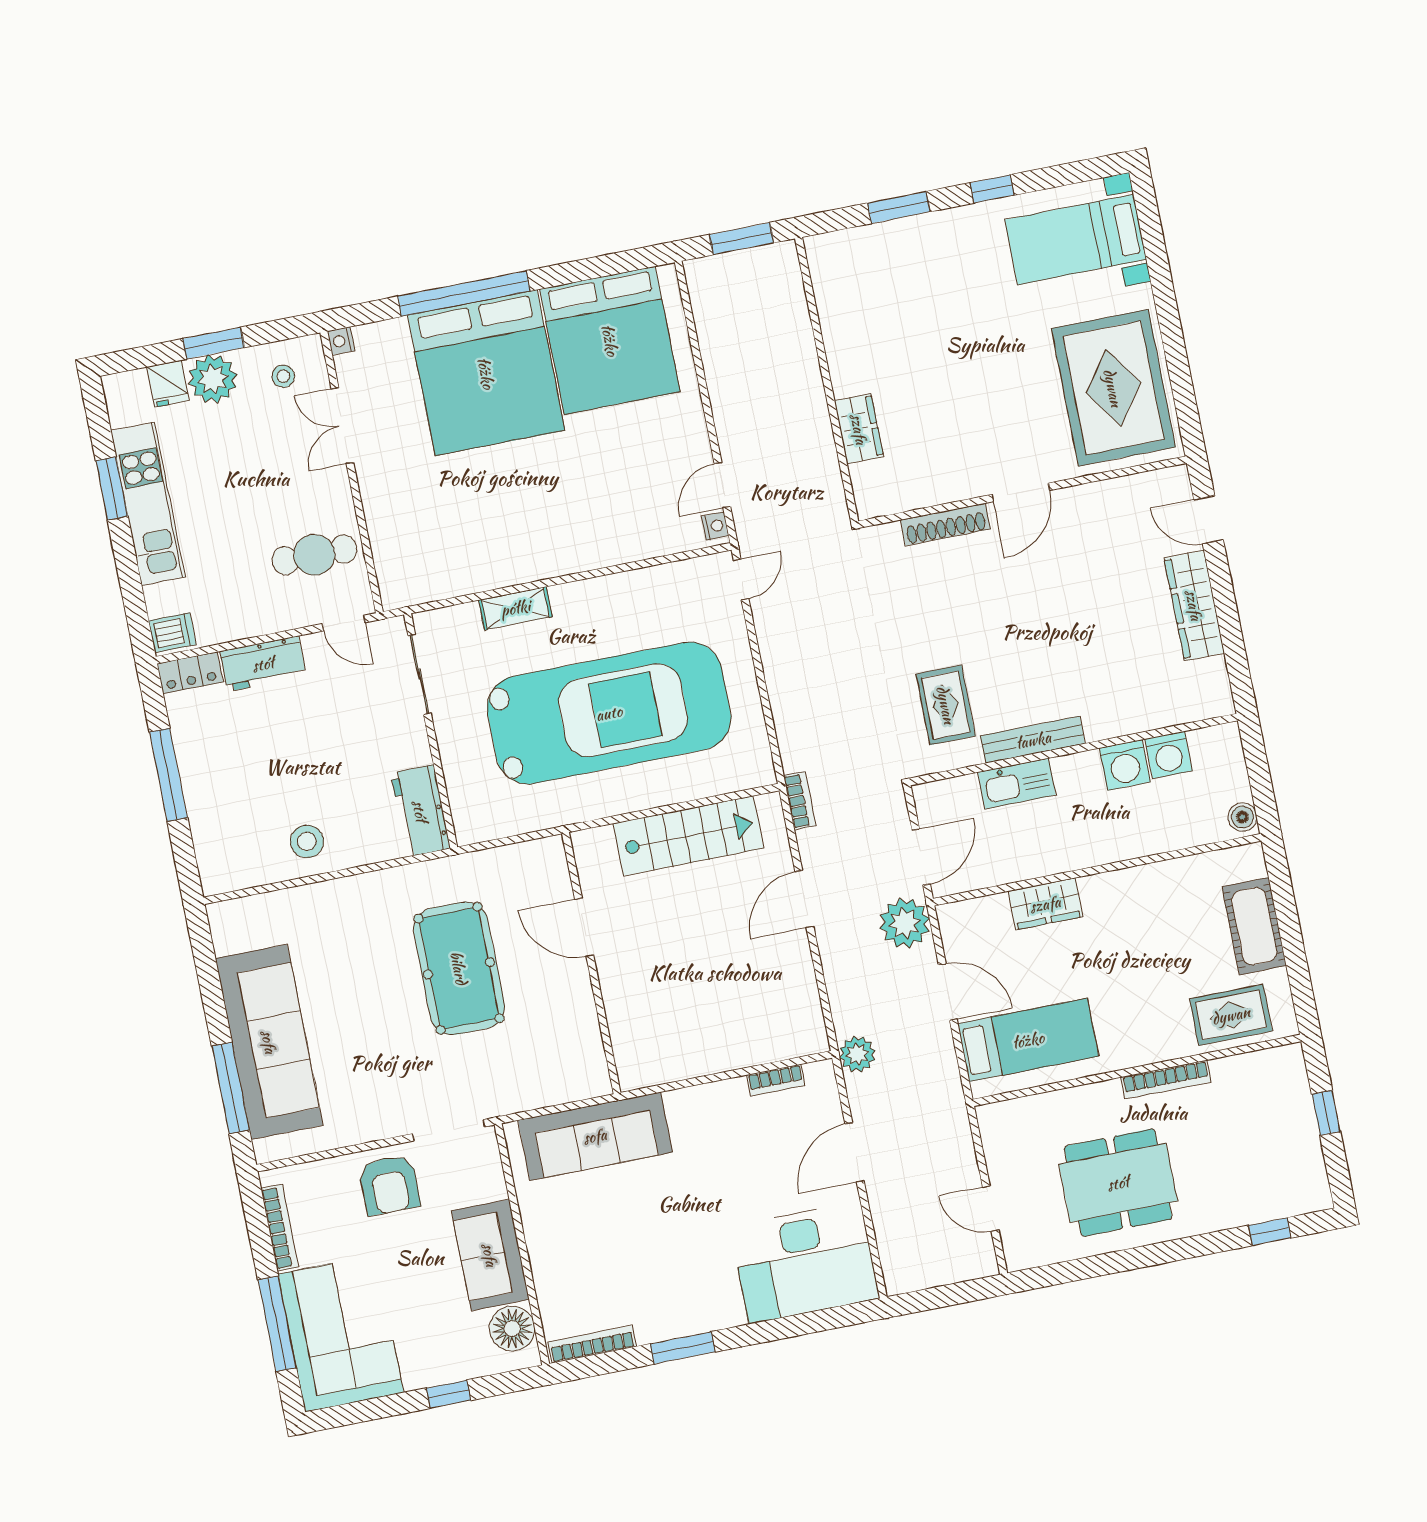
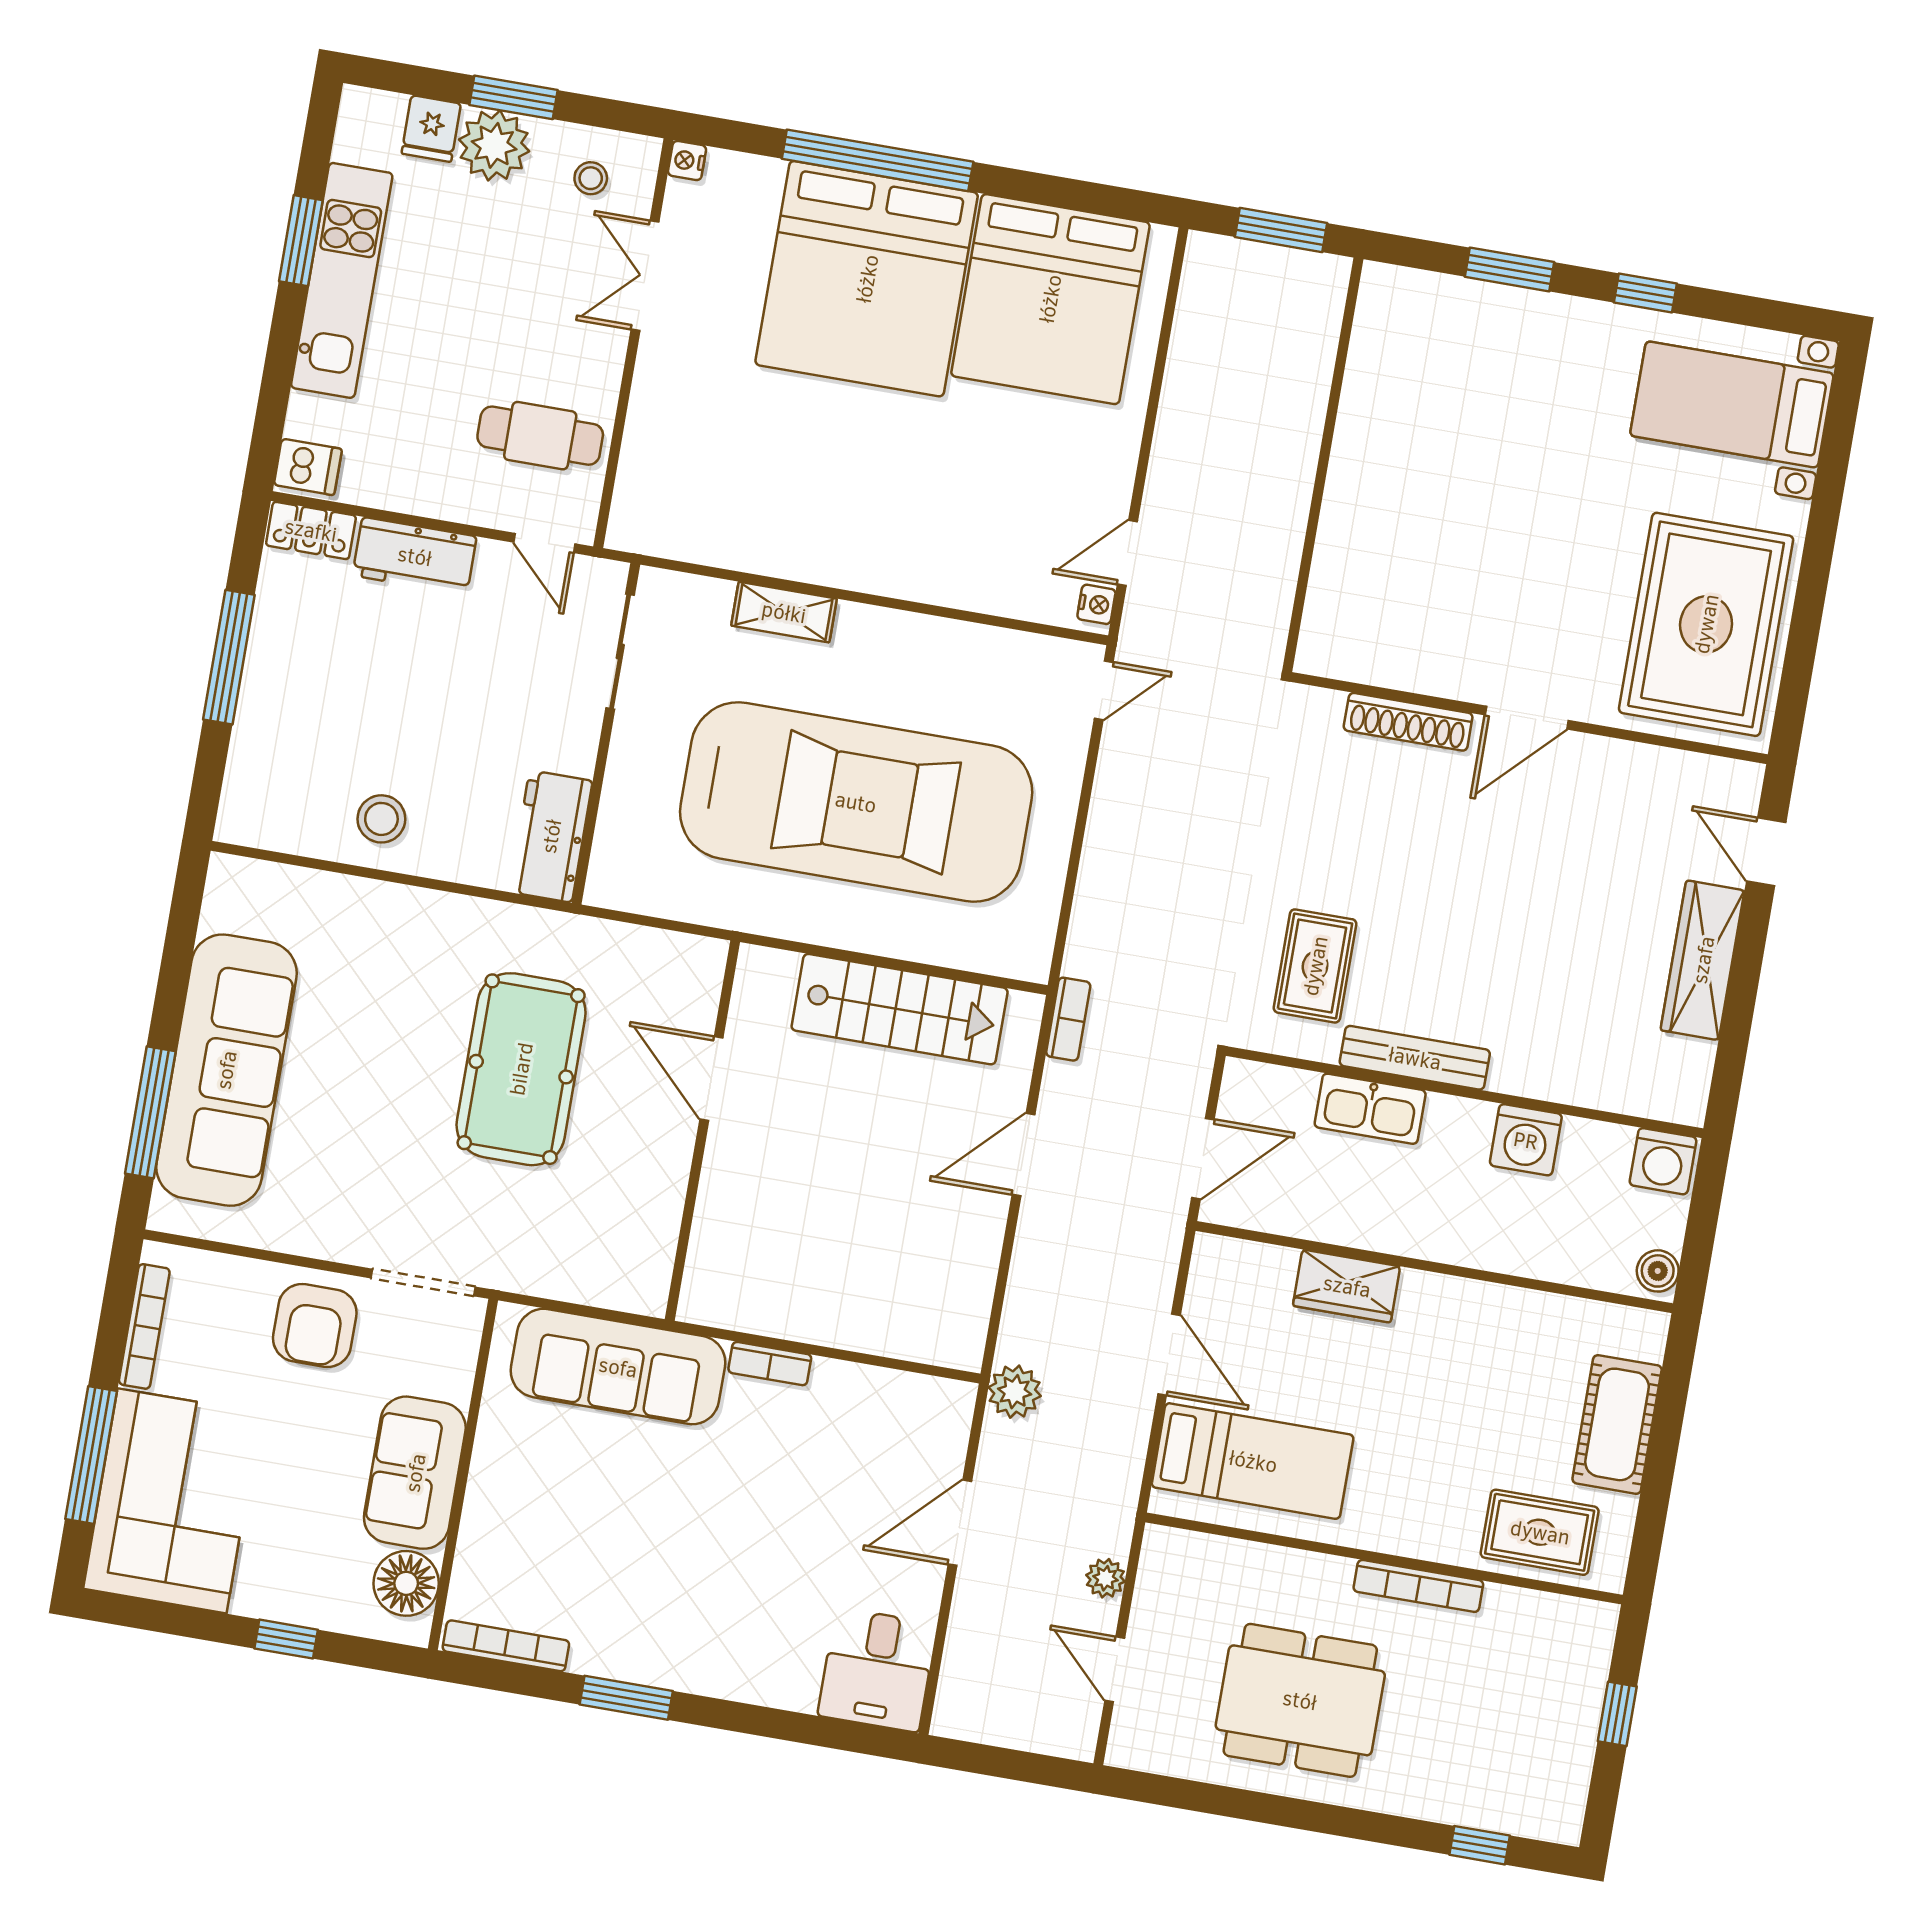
wardrobe: (859, 429) -> (1341, 548), removed
washing machine: (1168, 755) -> (1663, 1161), moved
plant: (905, 923) -> (1105, 1578), moved, width x0.53, depth x0.53
bookcase: (776, 1080) -> (770, 1364), moved
desk: (805, 1262) -> (877, 1670), width x0.53, depth x0.77

